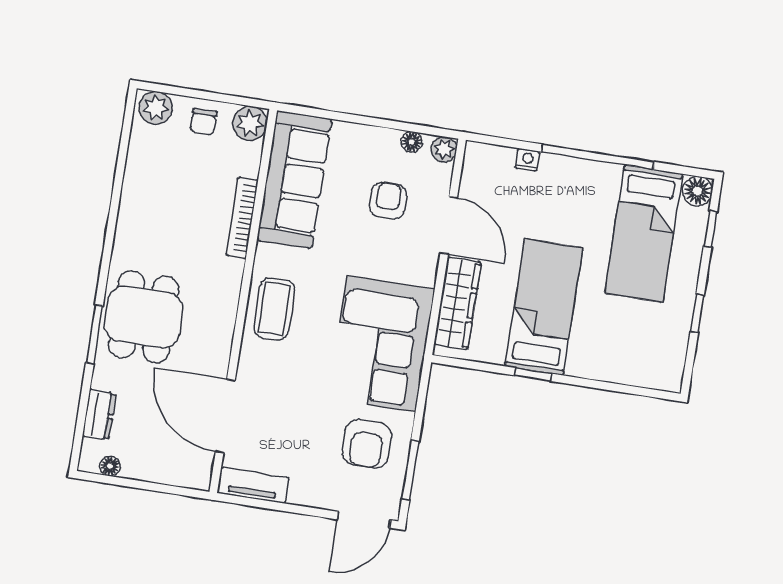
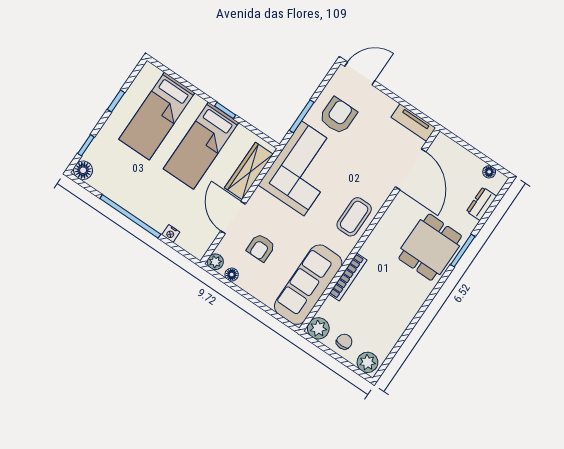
bed: (644, 234) -> (157, 116), moved, turned 180
window: (410, 470) -> (302, 116), moved

